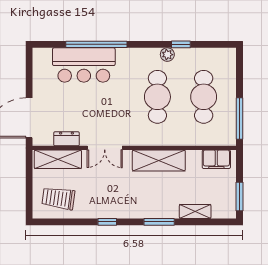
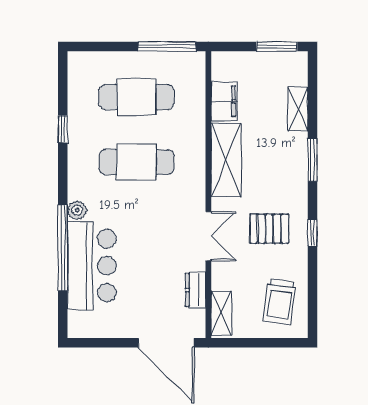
plant: (167, 55) -> (77, 210), moved
shelving: (58, 159) -> (221, 313), width x0.67, depth x0.75
filing cabinet: (216, 159) -> (224, 101), moved
pallet: (110, 191) -> (269, 229), added

